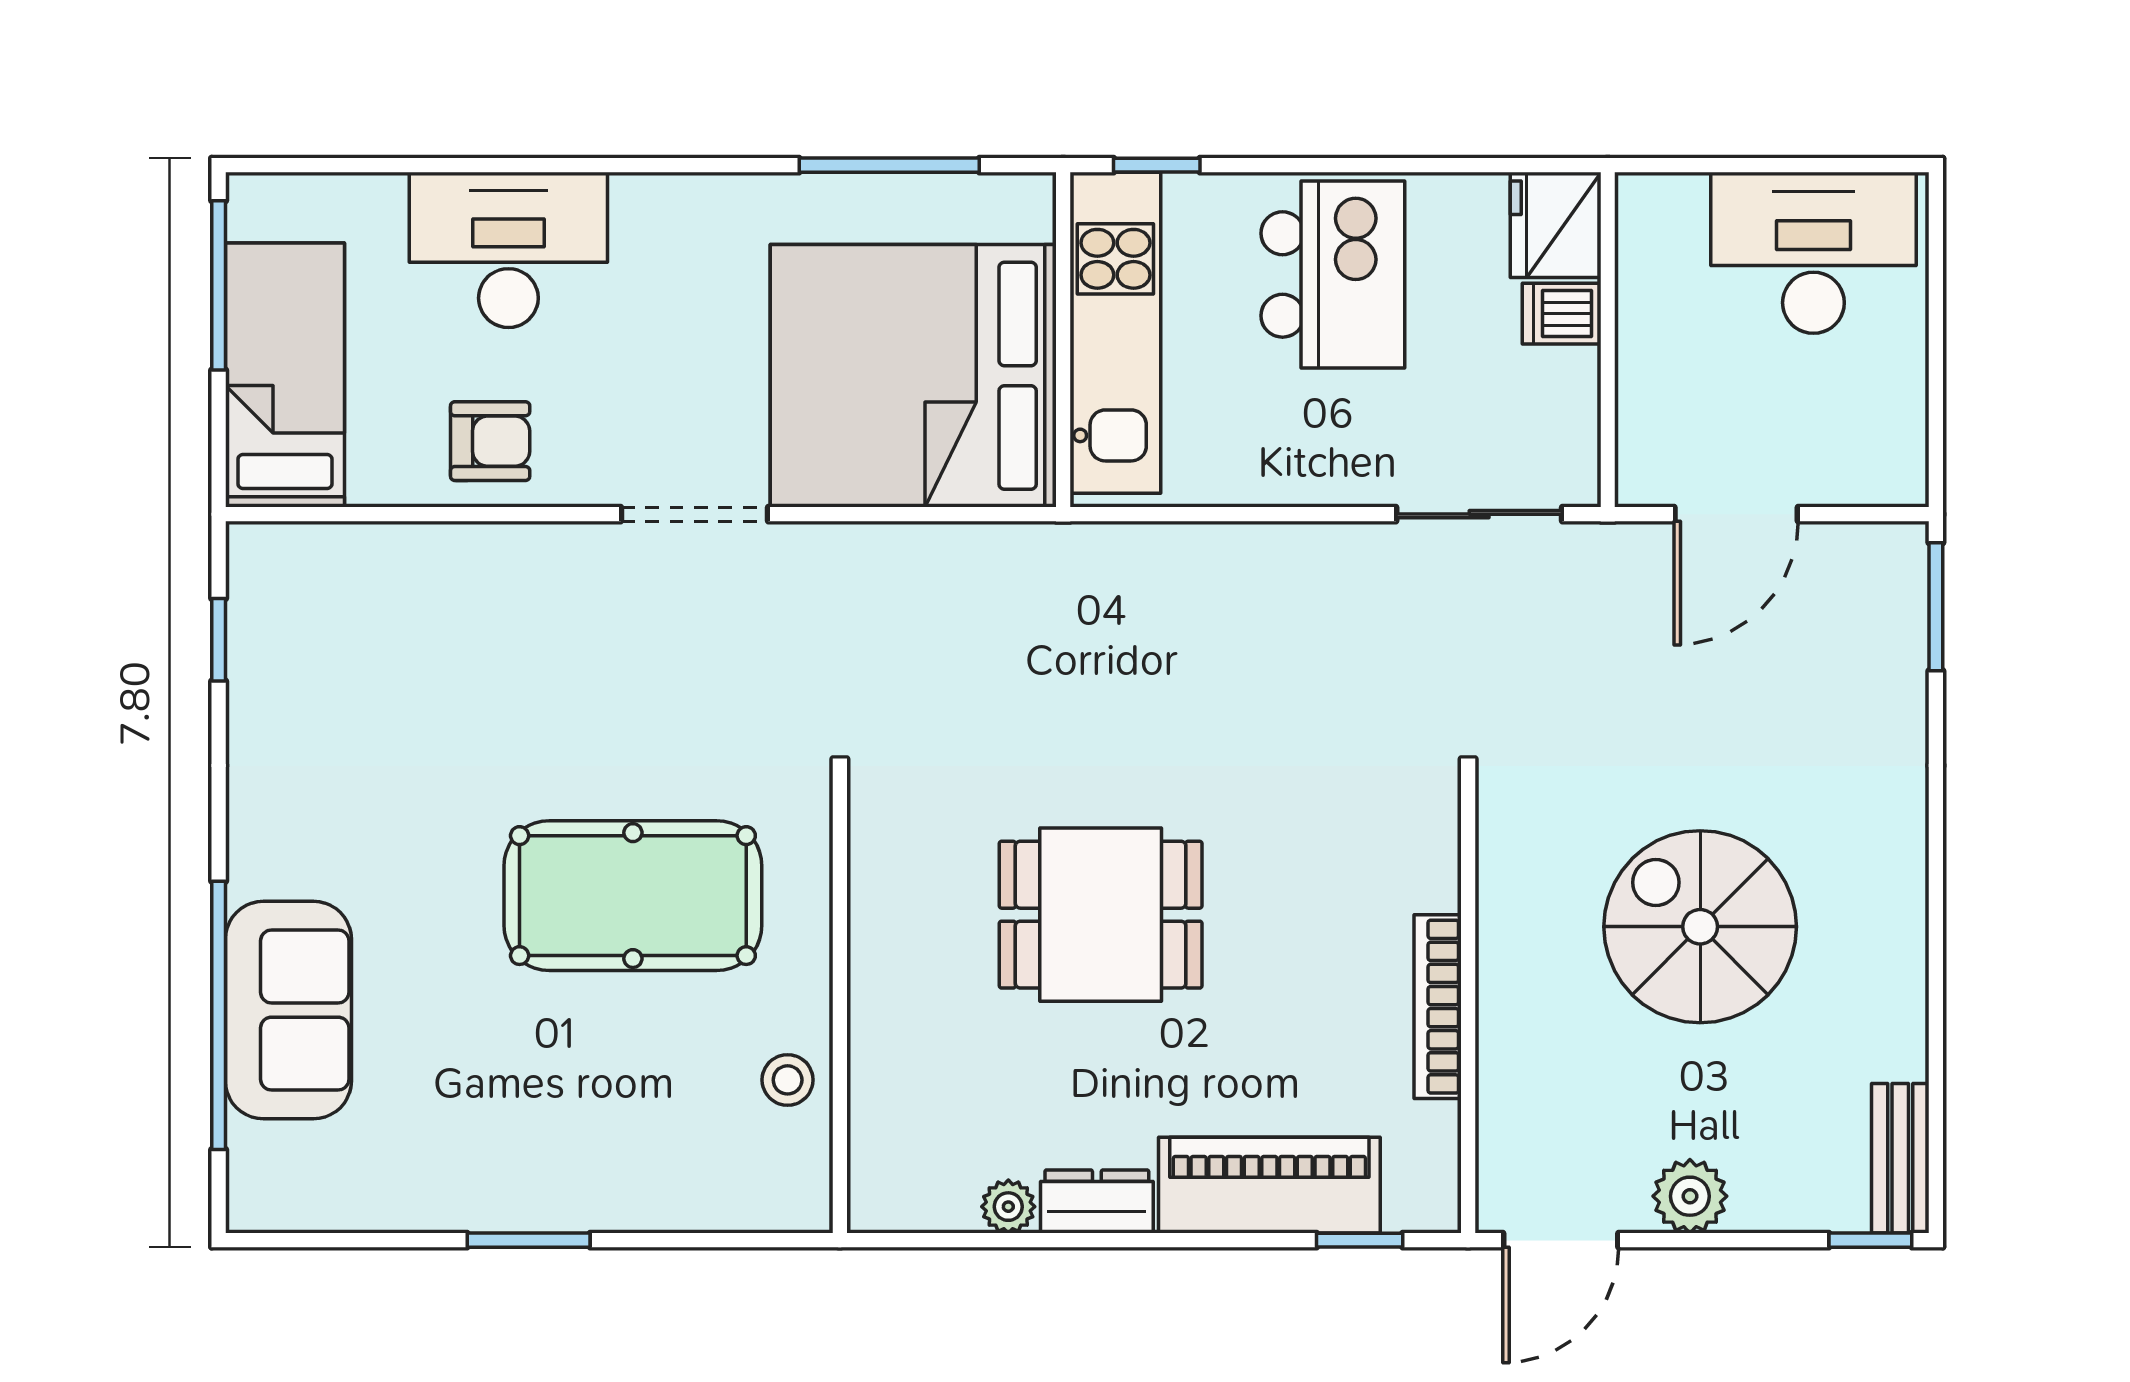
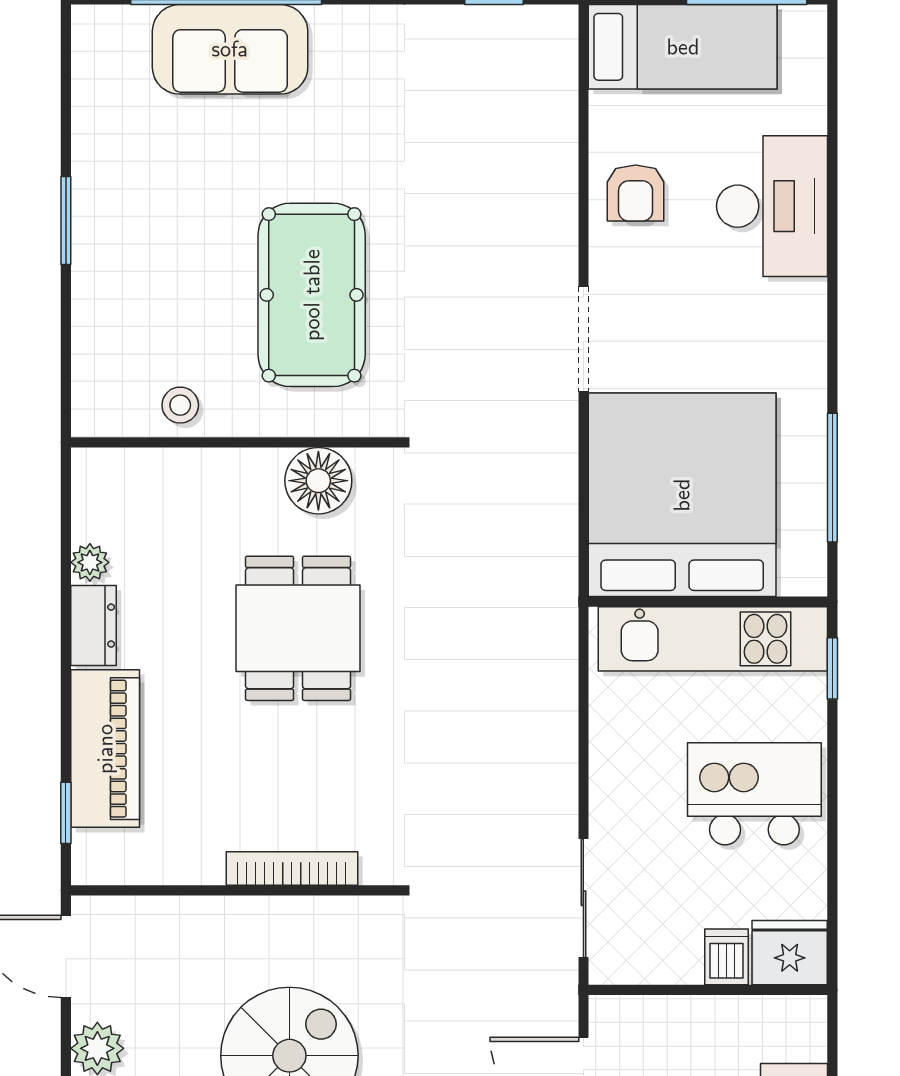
kitchen island: (1333, 274) -> (754, 794), turned 180
floor lamp: (894, 886) -> (318, 481), added
bookcase: (1438, 1007) -> (292, 868), moved

